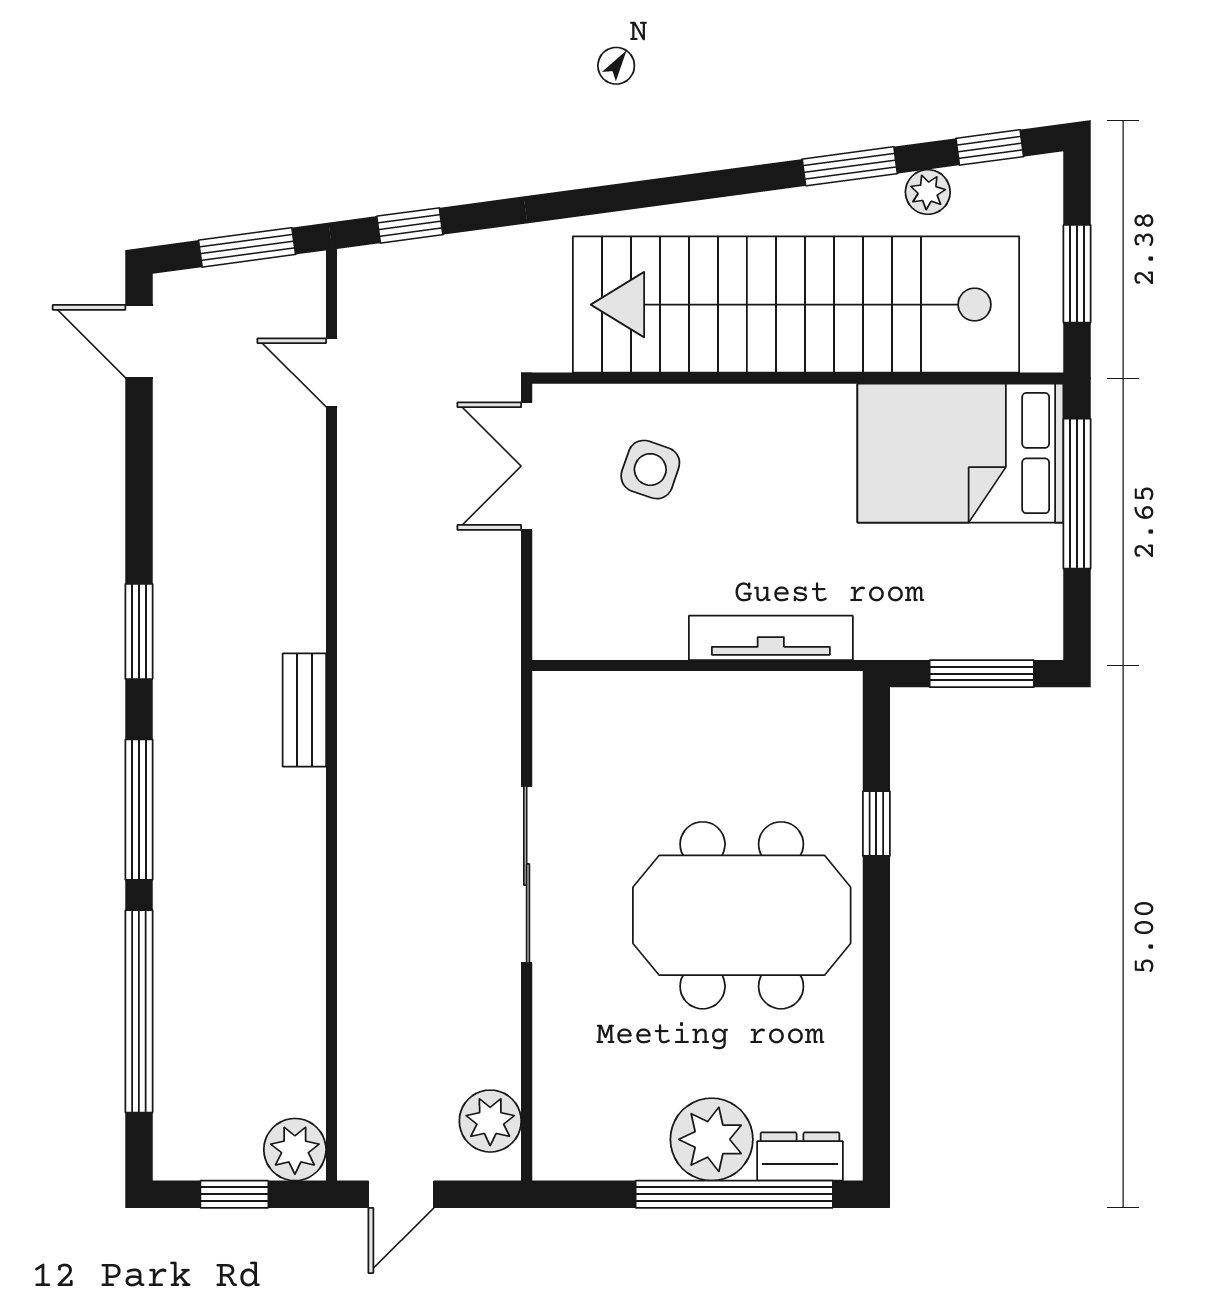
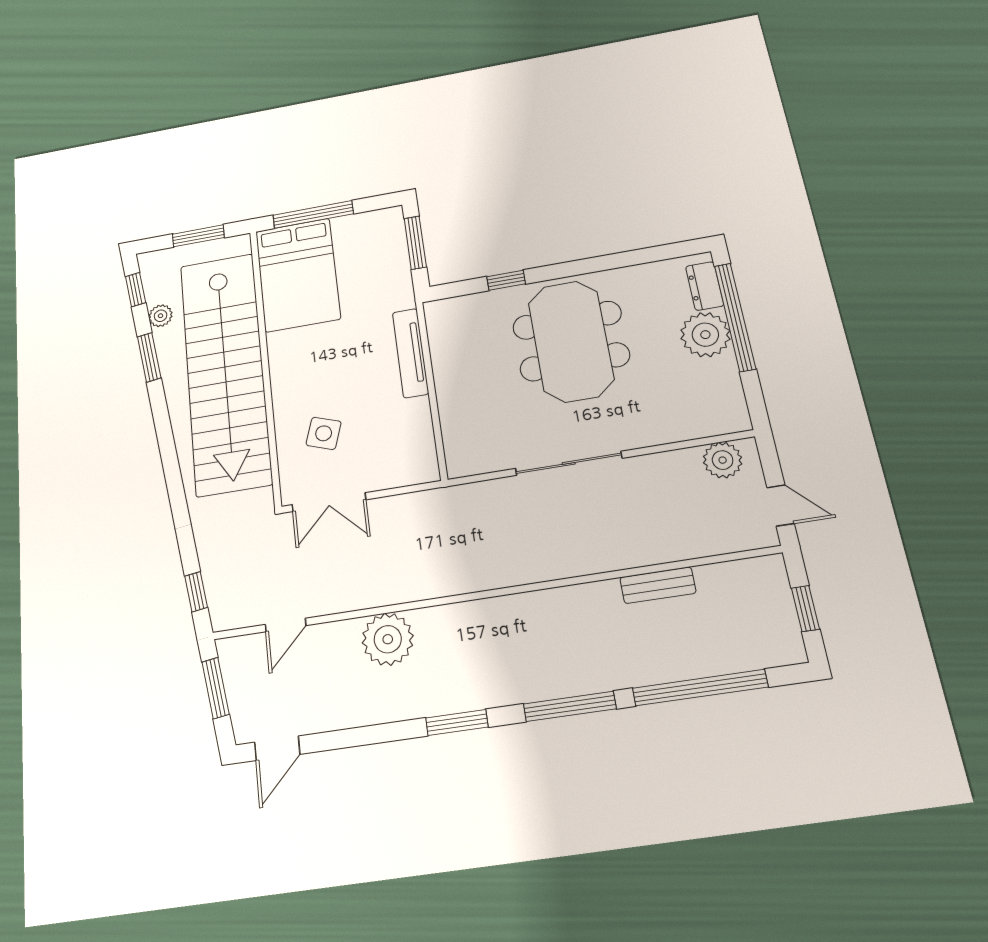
bench: (304, 710) -> (658, 585), moved
plant: (295, 1150) -> (388, 639), moved, width x1.36, depth x1.36

